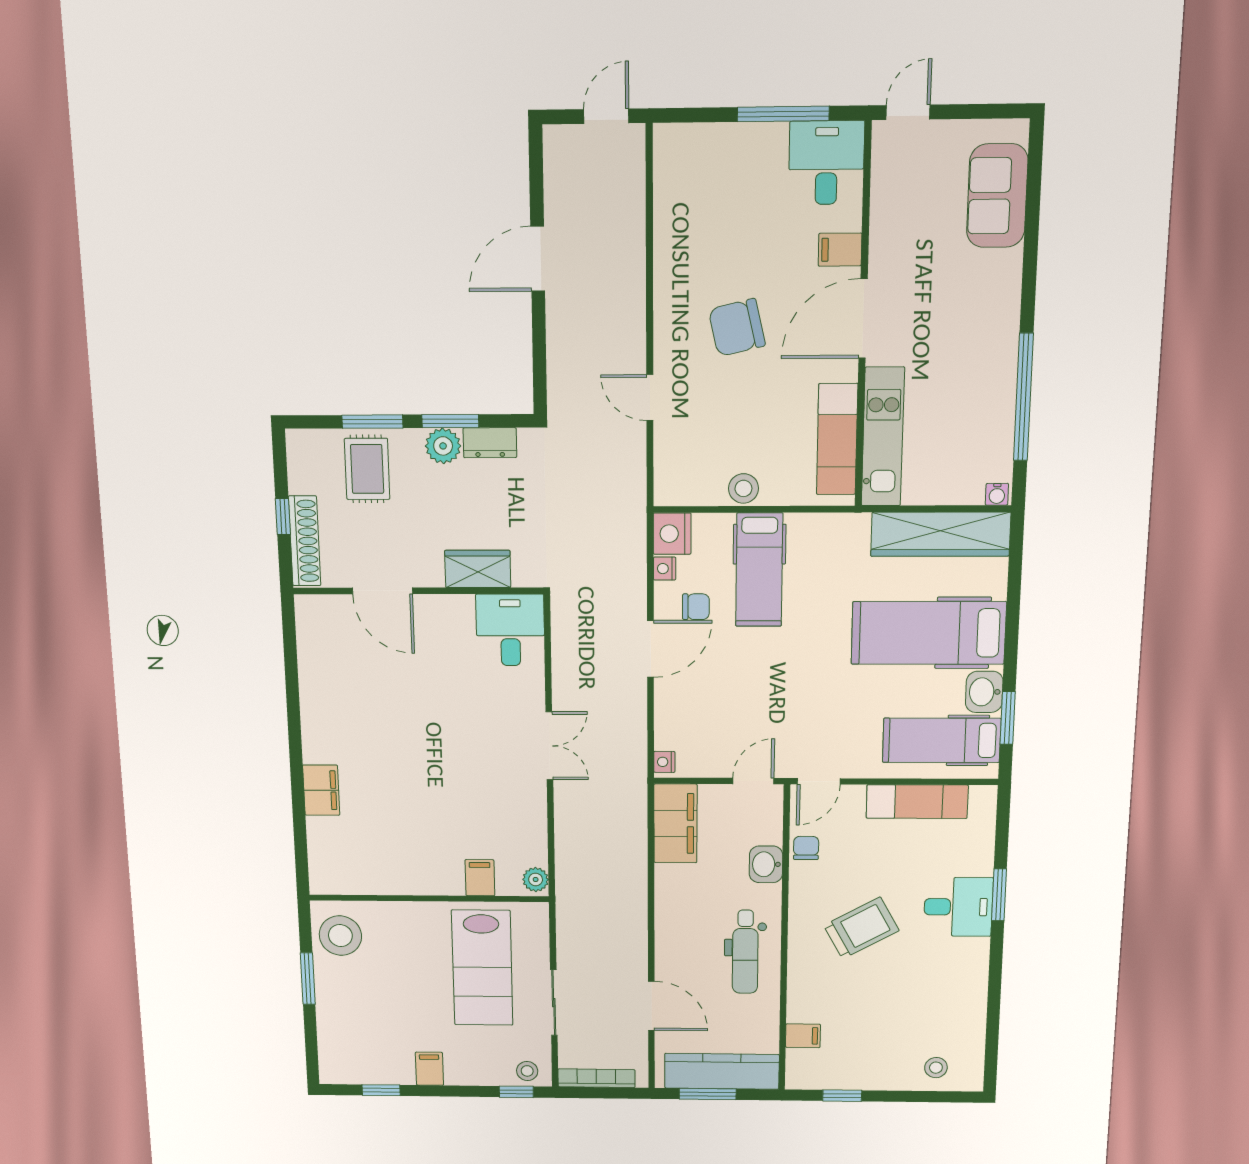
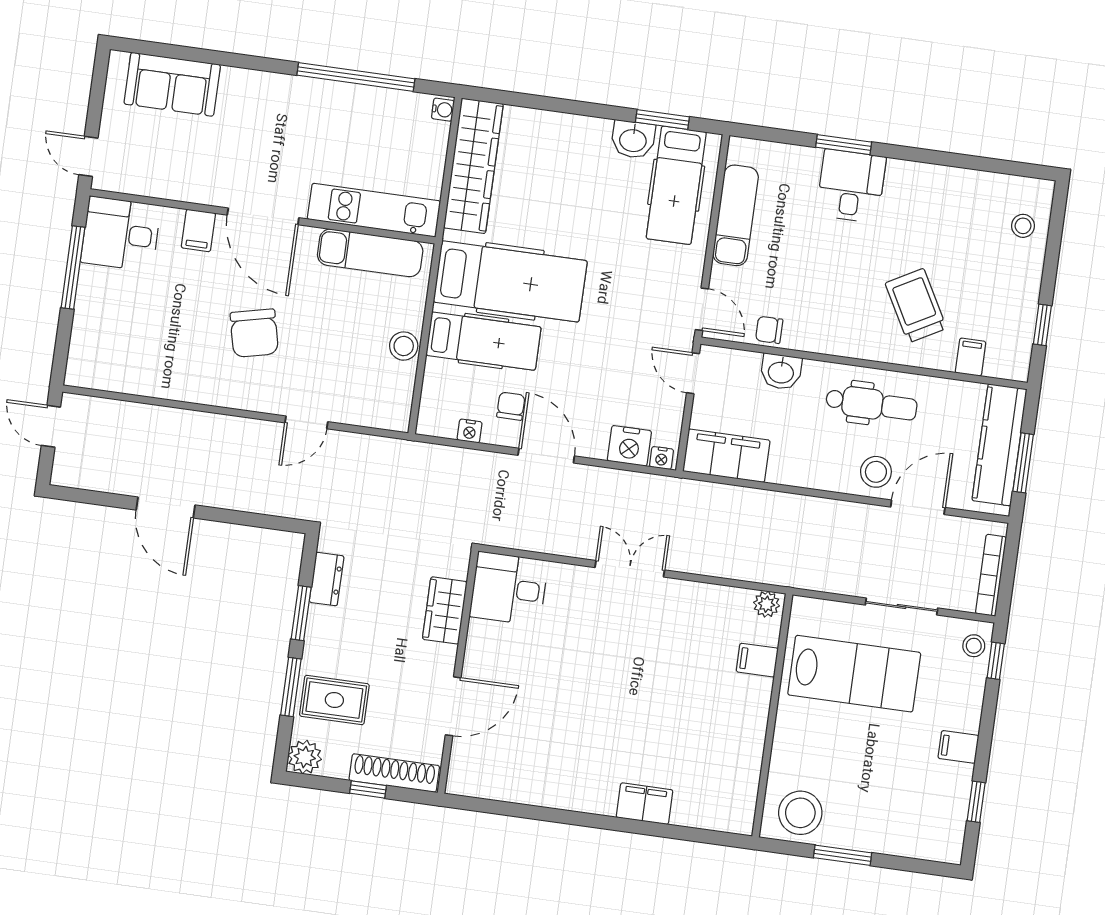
plant: (443, 446) -> (305, 757), moved
nightstand: (672, 534) -> (629, 446), moved
hospital bed: (929, 633) -> (510, 281), moved, turned -90
trolley: (861, 928) -> (916, 306), moved
stool: (680, 964) -> (876, 472), added

